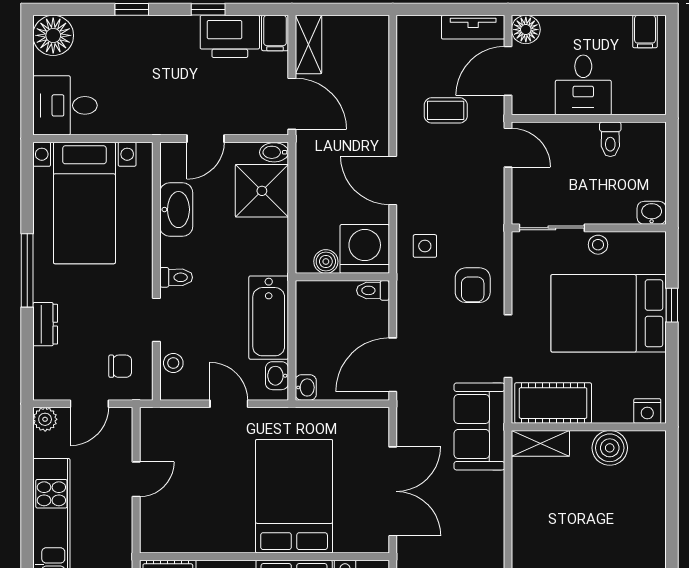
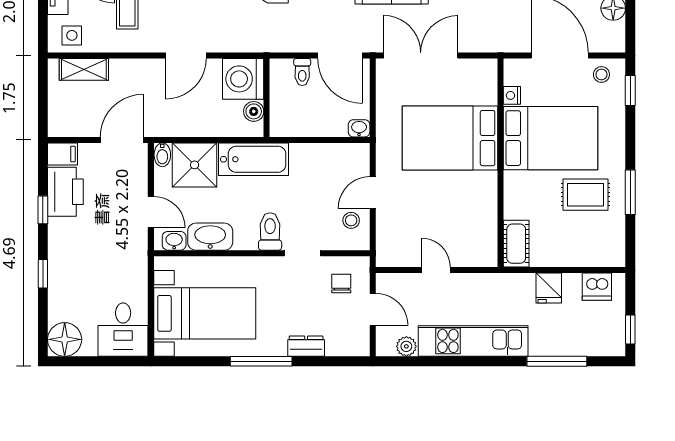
shelving: (308, 44) -> (84, 69), moved
side table: (425, 246) -> (72, 35), moved
toilet: (176, 277) -> (270, 231), width x1.37, depth x1.39
toilet: (373, 290) -> (302, 72), moved
bathtub: (269, 318) -> (254, 159), moved
stool: (173, 363) -> (351, 220), moved
washbasin: (277, 376) -> (174, 241), moved, turned 180
plant: (45, 419) -> (406, 346), moved
double door: (393, 491) -> (421, 56), moved

